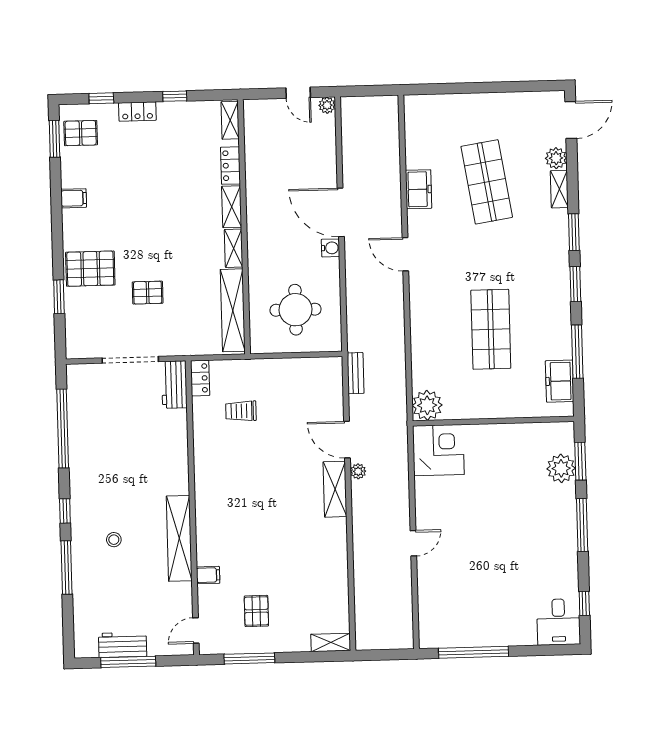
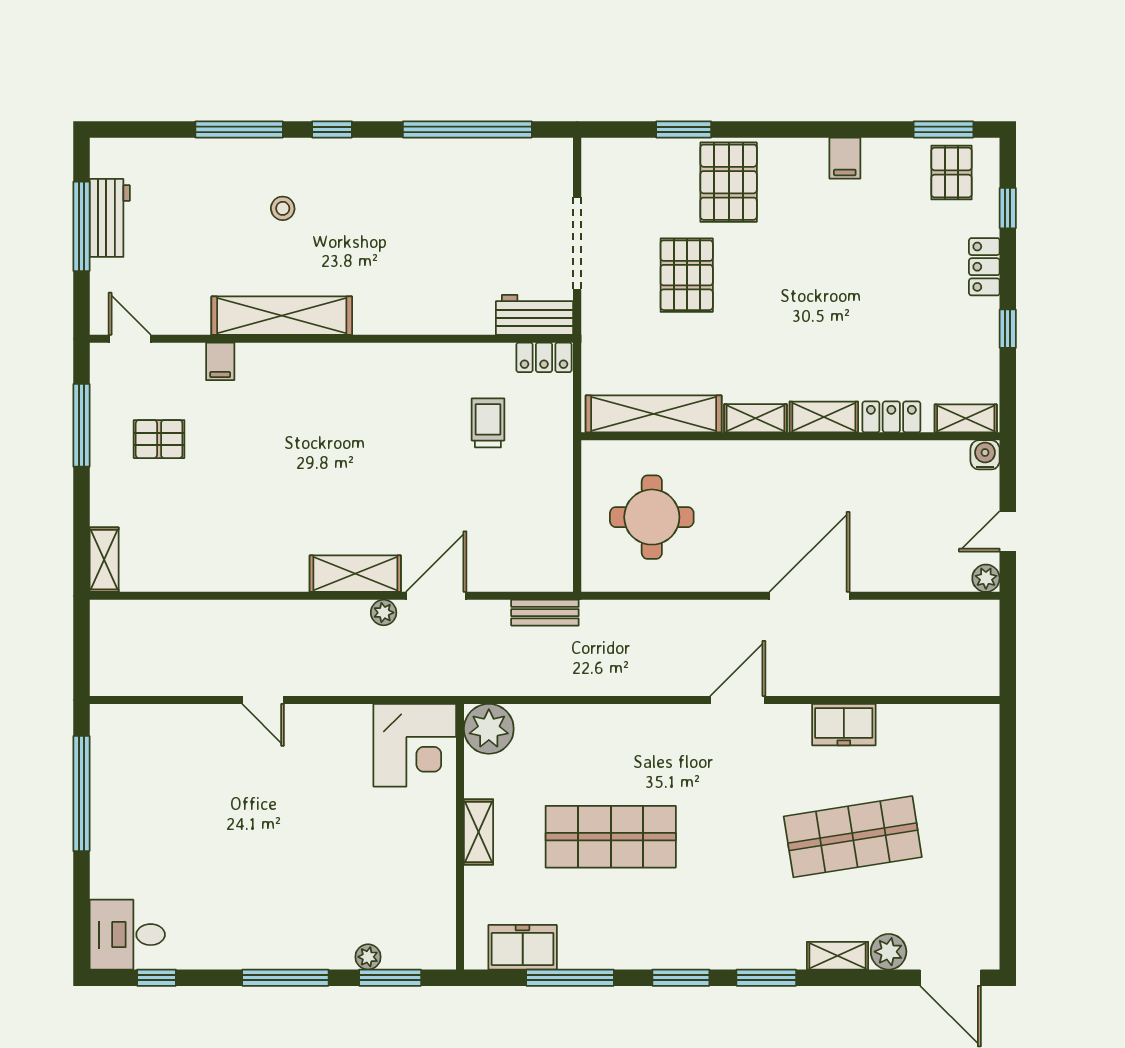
water cooler: (330, 248) -> (985, 455), moved, turned 180
pallet: (148, 293) -> (687, 275), width x1.50, depth x1.42
shelving: (490, 410) -> (479, 832), added
plant: (561, 468) -> (368, 957), width x0.53, depth x0.53

